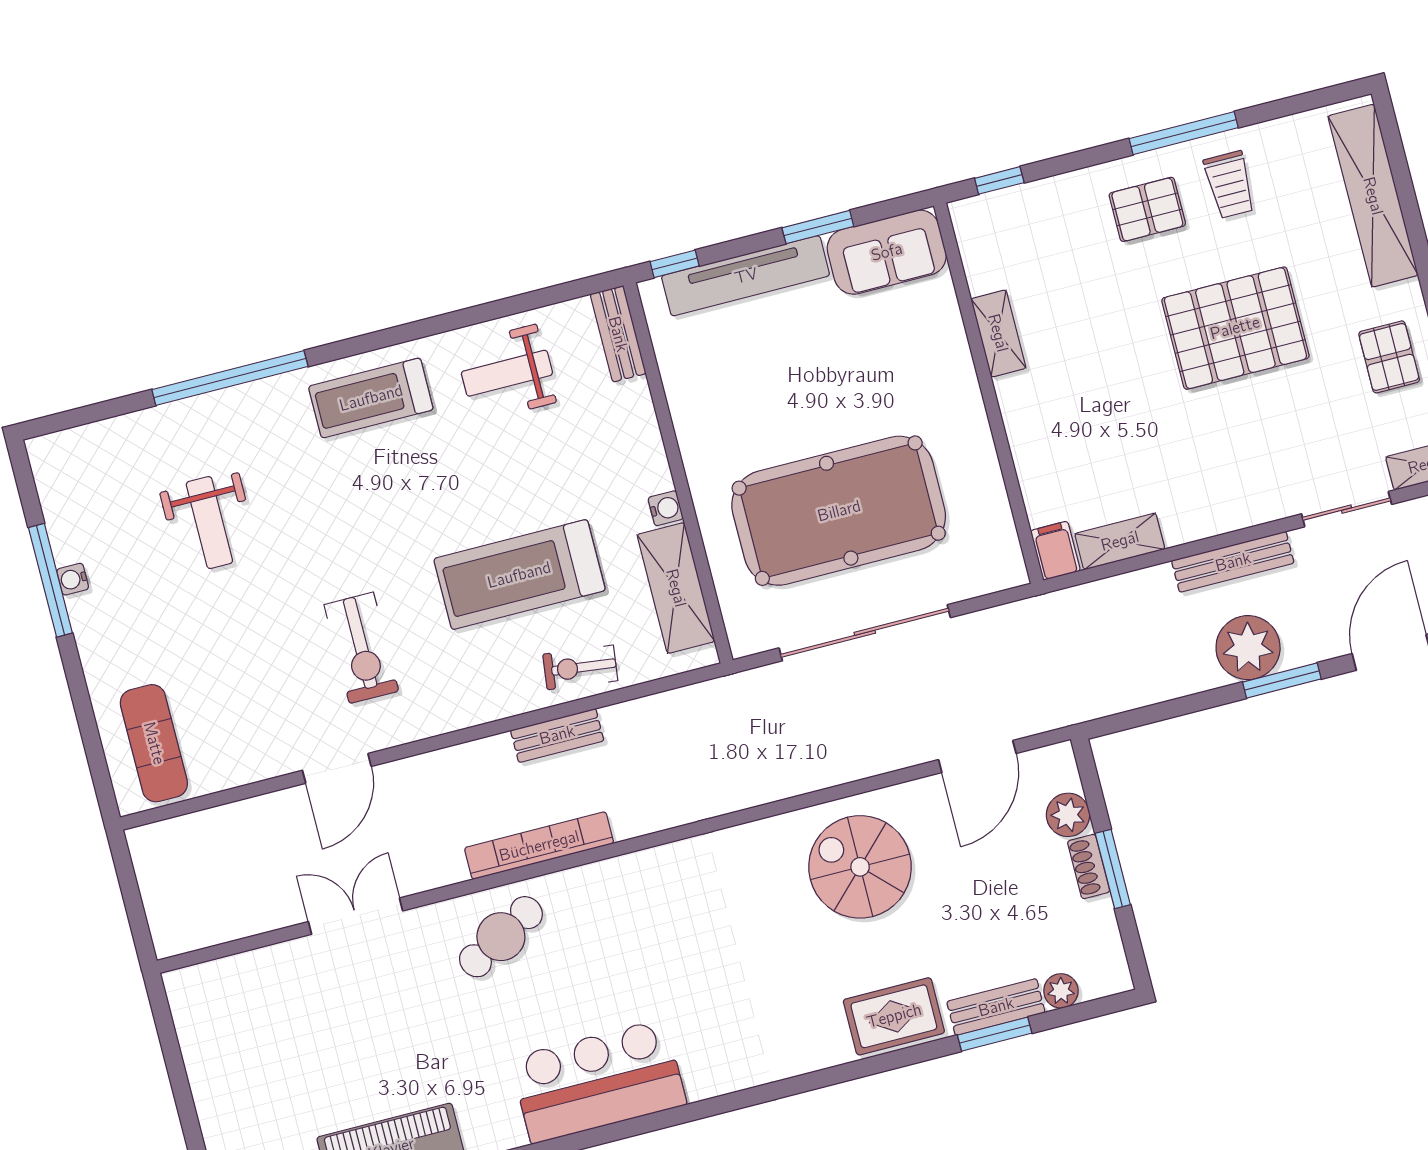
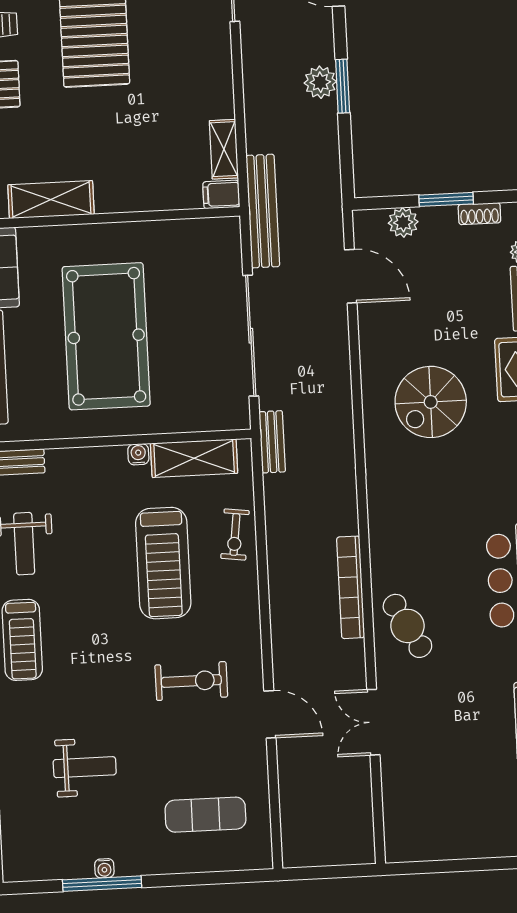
shelving: (998, 333) -> (51, 200), width x1.50, depth x1.33
pool table: (839, 511) -> (106, 336), moved
bench: (1233, 562) -> (263, 211), moved, width x1.37, depth x1.21
plant: (1248, 648) -> (320, 82), width x0.73, depth x0.73
window: (1282, 681) -> (343, 86), moved
bench: (557, 735) -> (272, 442), moved
exercise mat: (154, 743) -> (205, 815), moved
spiral stairs: (860, 867) -> (431, 402), moved
shoe rack: (1089, 867) -> (479, 214), moved

